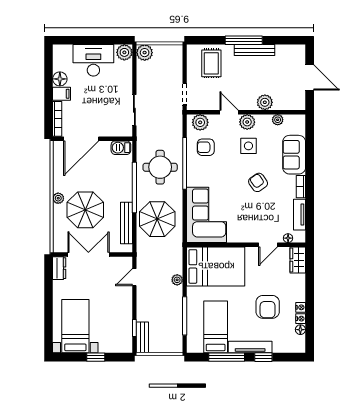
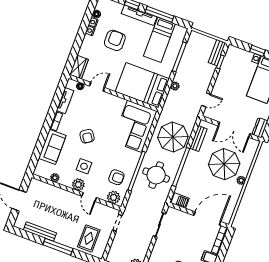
bench: (255, 50) -> (40, 232), moved
plant: (265, 102) -> (60, 194), removed
bench: (126, 223) -> (198, 139), width x0.73

